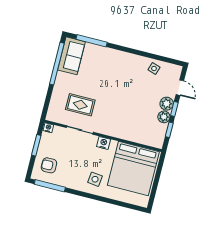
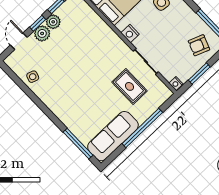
sofa: (71, 56) -> (113, 136), width x1.36
window: (57, 64) -> (142, 128), moved
armchair: (49, 165) -> (199, 45), turned 111

